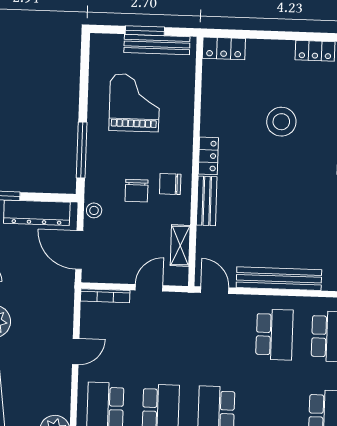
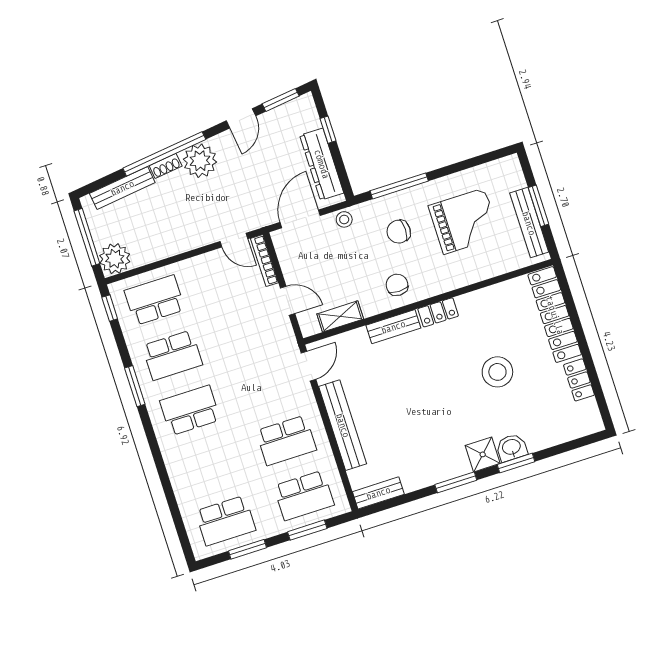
locker: (224, 48) -> (555, 315), width x2.16, depth x1.21
chair: (137, 191) -> (399, 232), moved
door: (76, 351) -> (234, 240), moved

